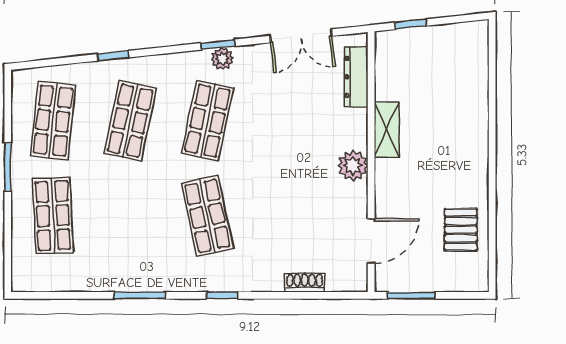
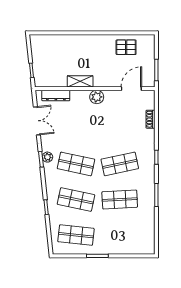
shop shelf: (53, 216) -> (120, 199), moved
door: (371, 241) -> (131, 89), hinge flipped

